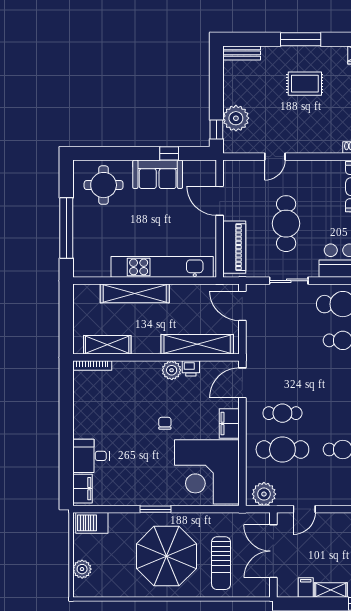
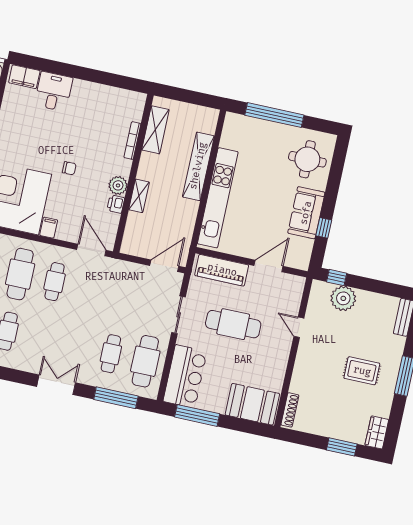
rug: (305, 84) -> (362, 371), turned 90
shelving: (197, 344) -> (139, 196), width x0.45, depth x0.75
bookcase: (92, 366) -> (132, 141), moved
filing cabinet: (229, 423) -> (49, 228), width x0.50

